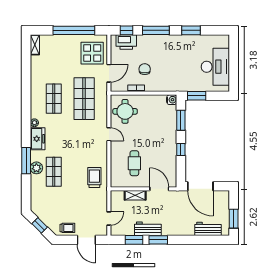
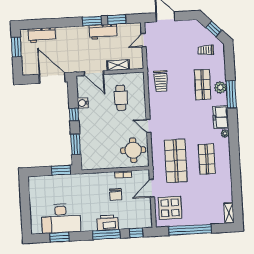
window: (191, 30) -> (60, 237), moved
printer: (126, 42) -> (108, 223), moved
desk: (215, 67) -> (61, 218), moved, turned -90
water cooler: (172, 100) -> (83, 103), moved
trolley: (67, 228) -> (206, 50), moved

